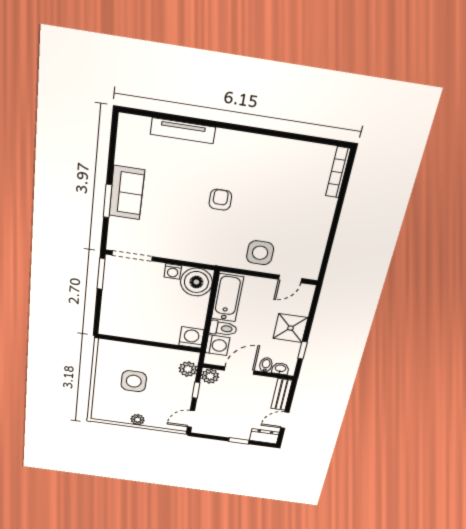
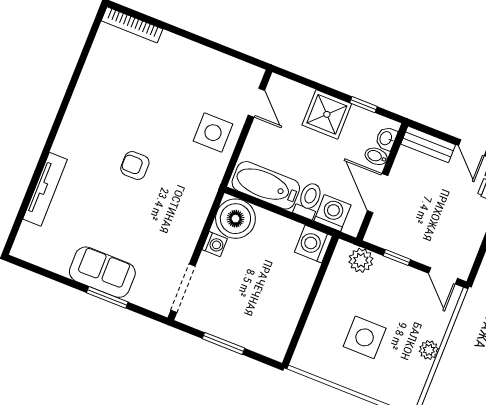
window: (101, 274) -> (224, 343), moved
plant: (210, 376) -> (378, 233), removed

